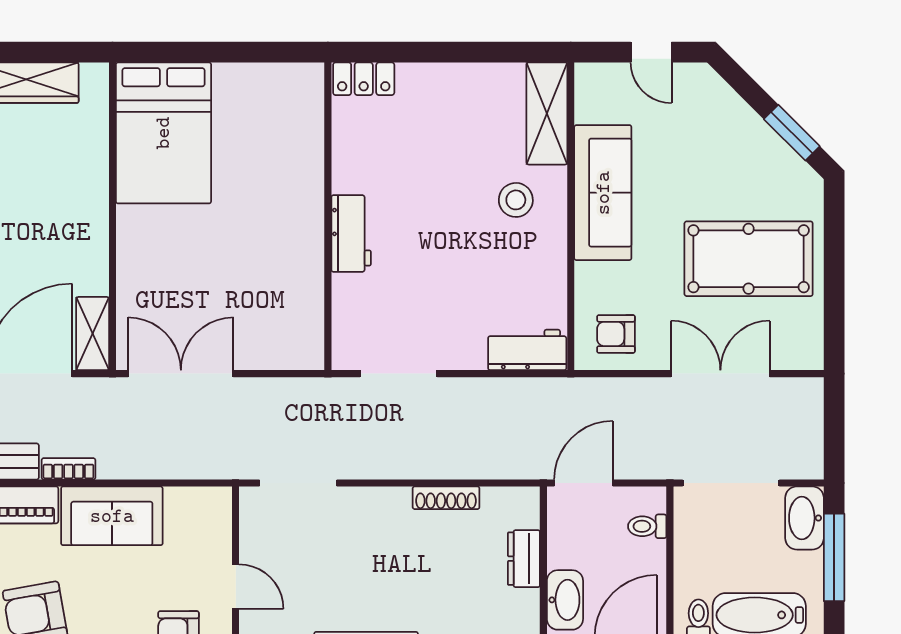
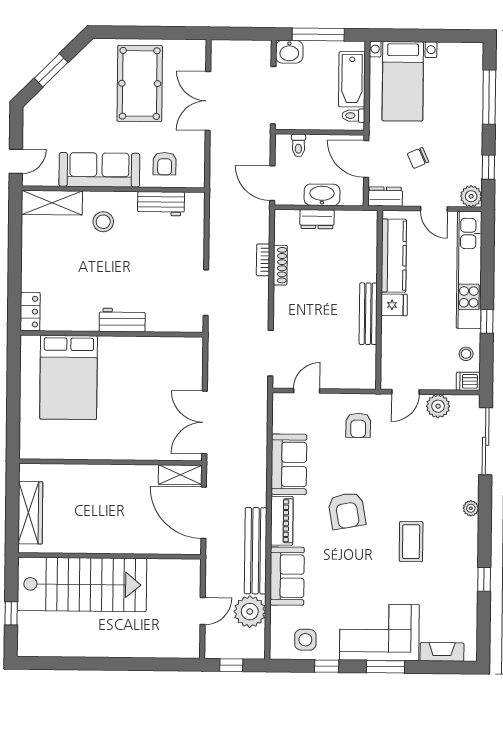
door: (651, 52) -> (16, 161), moved
bed: (163, 133) -> (69, 377), moved, turned 90
window: (792, 133) -> (51, 70), moved
armchair: (616, 334) -> (165, 164), moved
workbench: (527, 350) -> (161, 204), moved, turned -90
bookcase: (68, 469) -> (263, 260), moved
washbasin: (804, 518) -> (289, 52), width x0.72
door: (236, 587) -> (307, 391), moved
washbasin: (565, 600) -> (322, 195), moved

